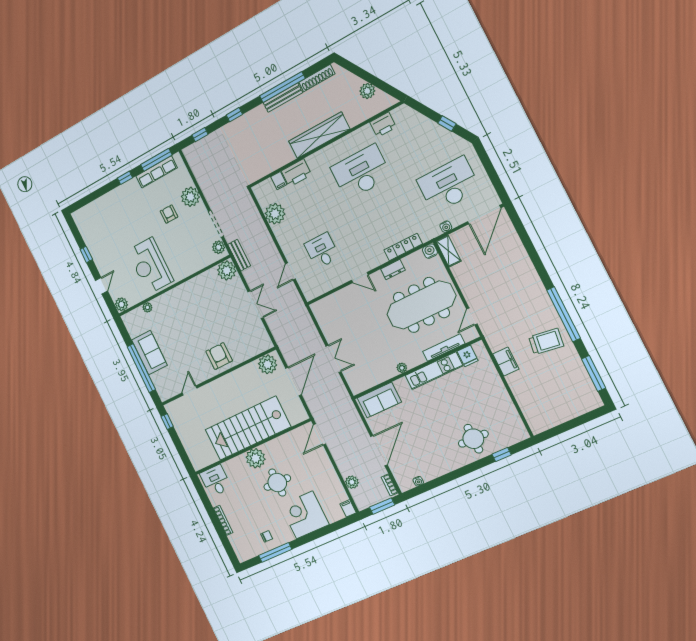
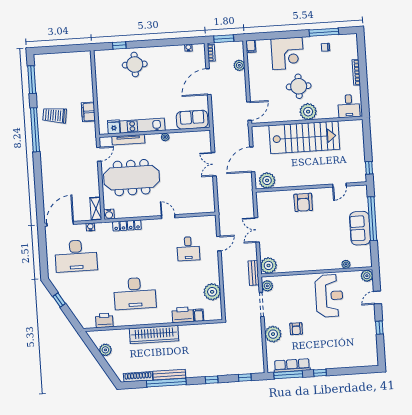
dresser: (393, 269) -> (141, 212), removed

